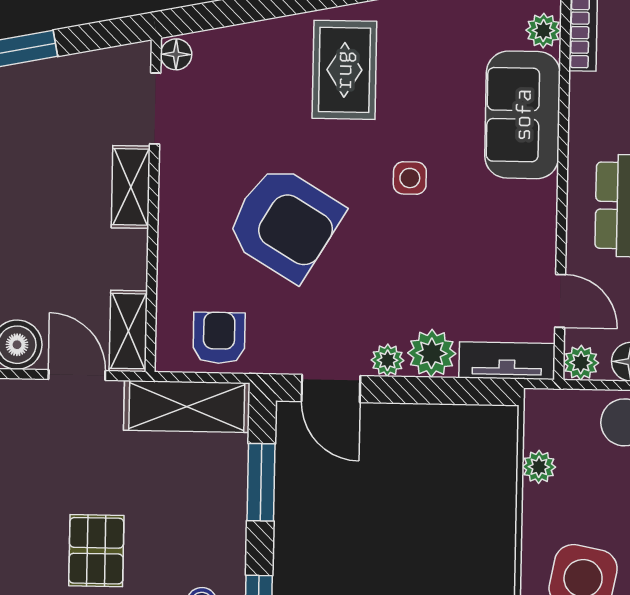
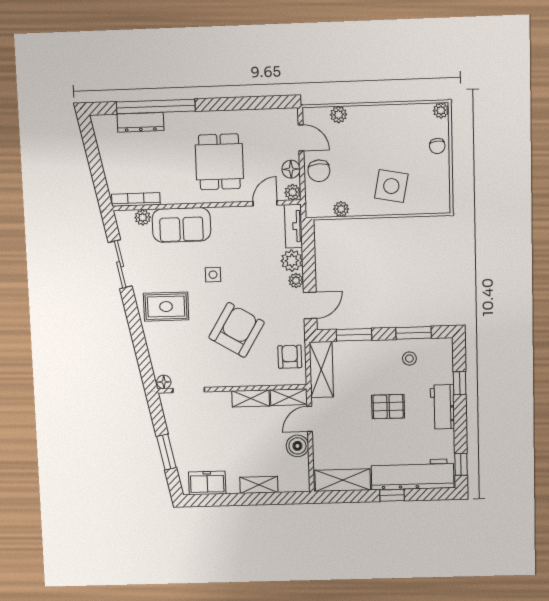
shelving: (131, 187) -> (251, 398), moved
armchair: (219, 338) -> (290, 357), turned 90

